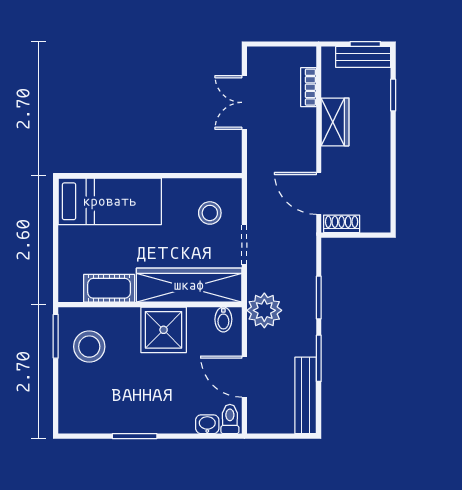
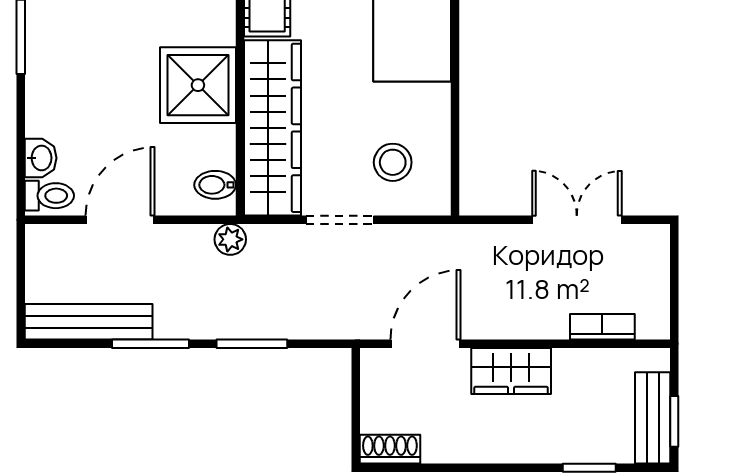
wardrobe: (335, 122) -> (511, 371), moved
shoe rack: (342, 224) -> (390, 449), moved, turned -90
plant: (264, 310) -> (230, 239), width x0.53, depth x0.53

